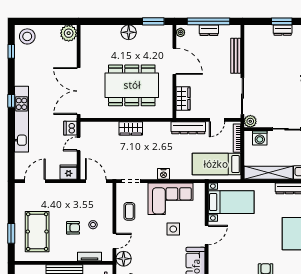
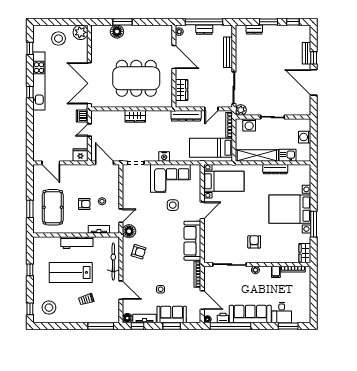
window: (153, 21) -> (123, 22), moved
dresser: (283, 30) -> (254, 30), moved
floor lamp: (129, 32) -> (117, 32), moved
stool: (27, 36) -> (58, 39), moved
kitchen unit: (21, 119) -> (39, 81), moved
door: (35, 181) -> (51, 163), swing flipped
coffee table: (129, 211) -> (134, 189), removed

